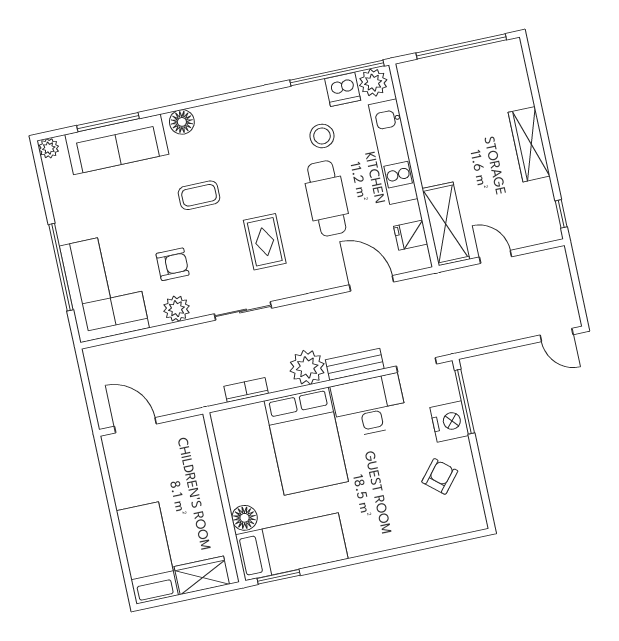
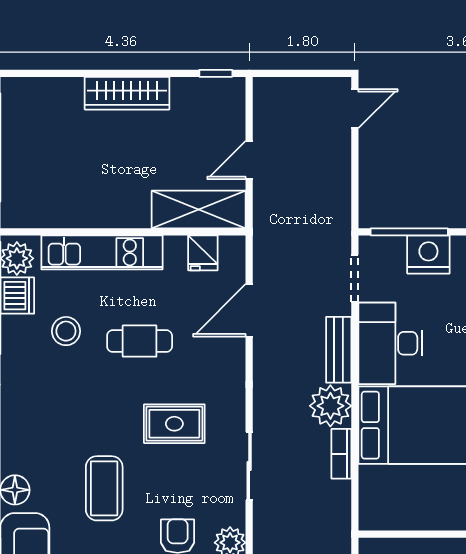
coffee table: (199, 195) -> (104, 488), width x1.36, depth x1.30
cafe table: (327, 198) -> (140, 341), width x0.73, depth x0.74
bookcase: (246, 390) -> (341, 454), moved

